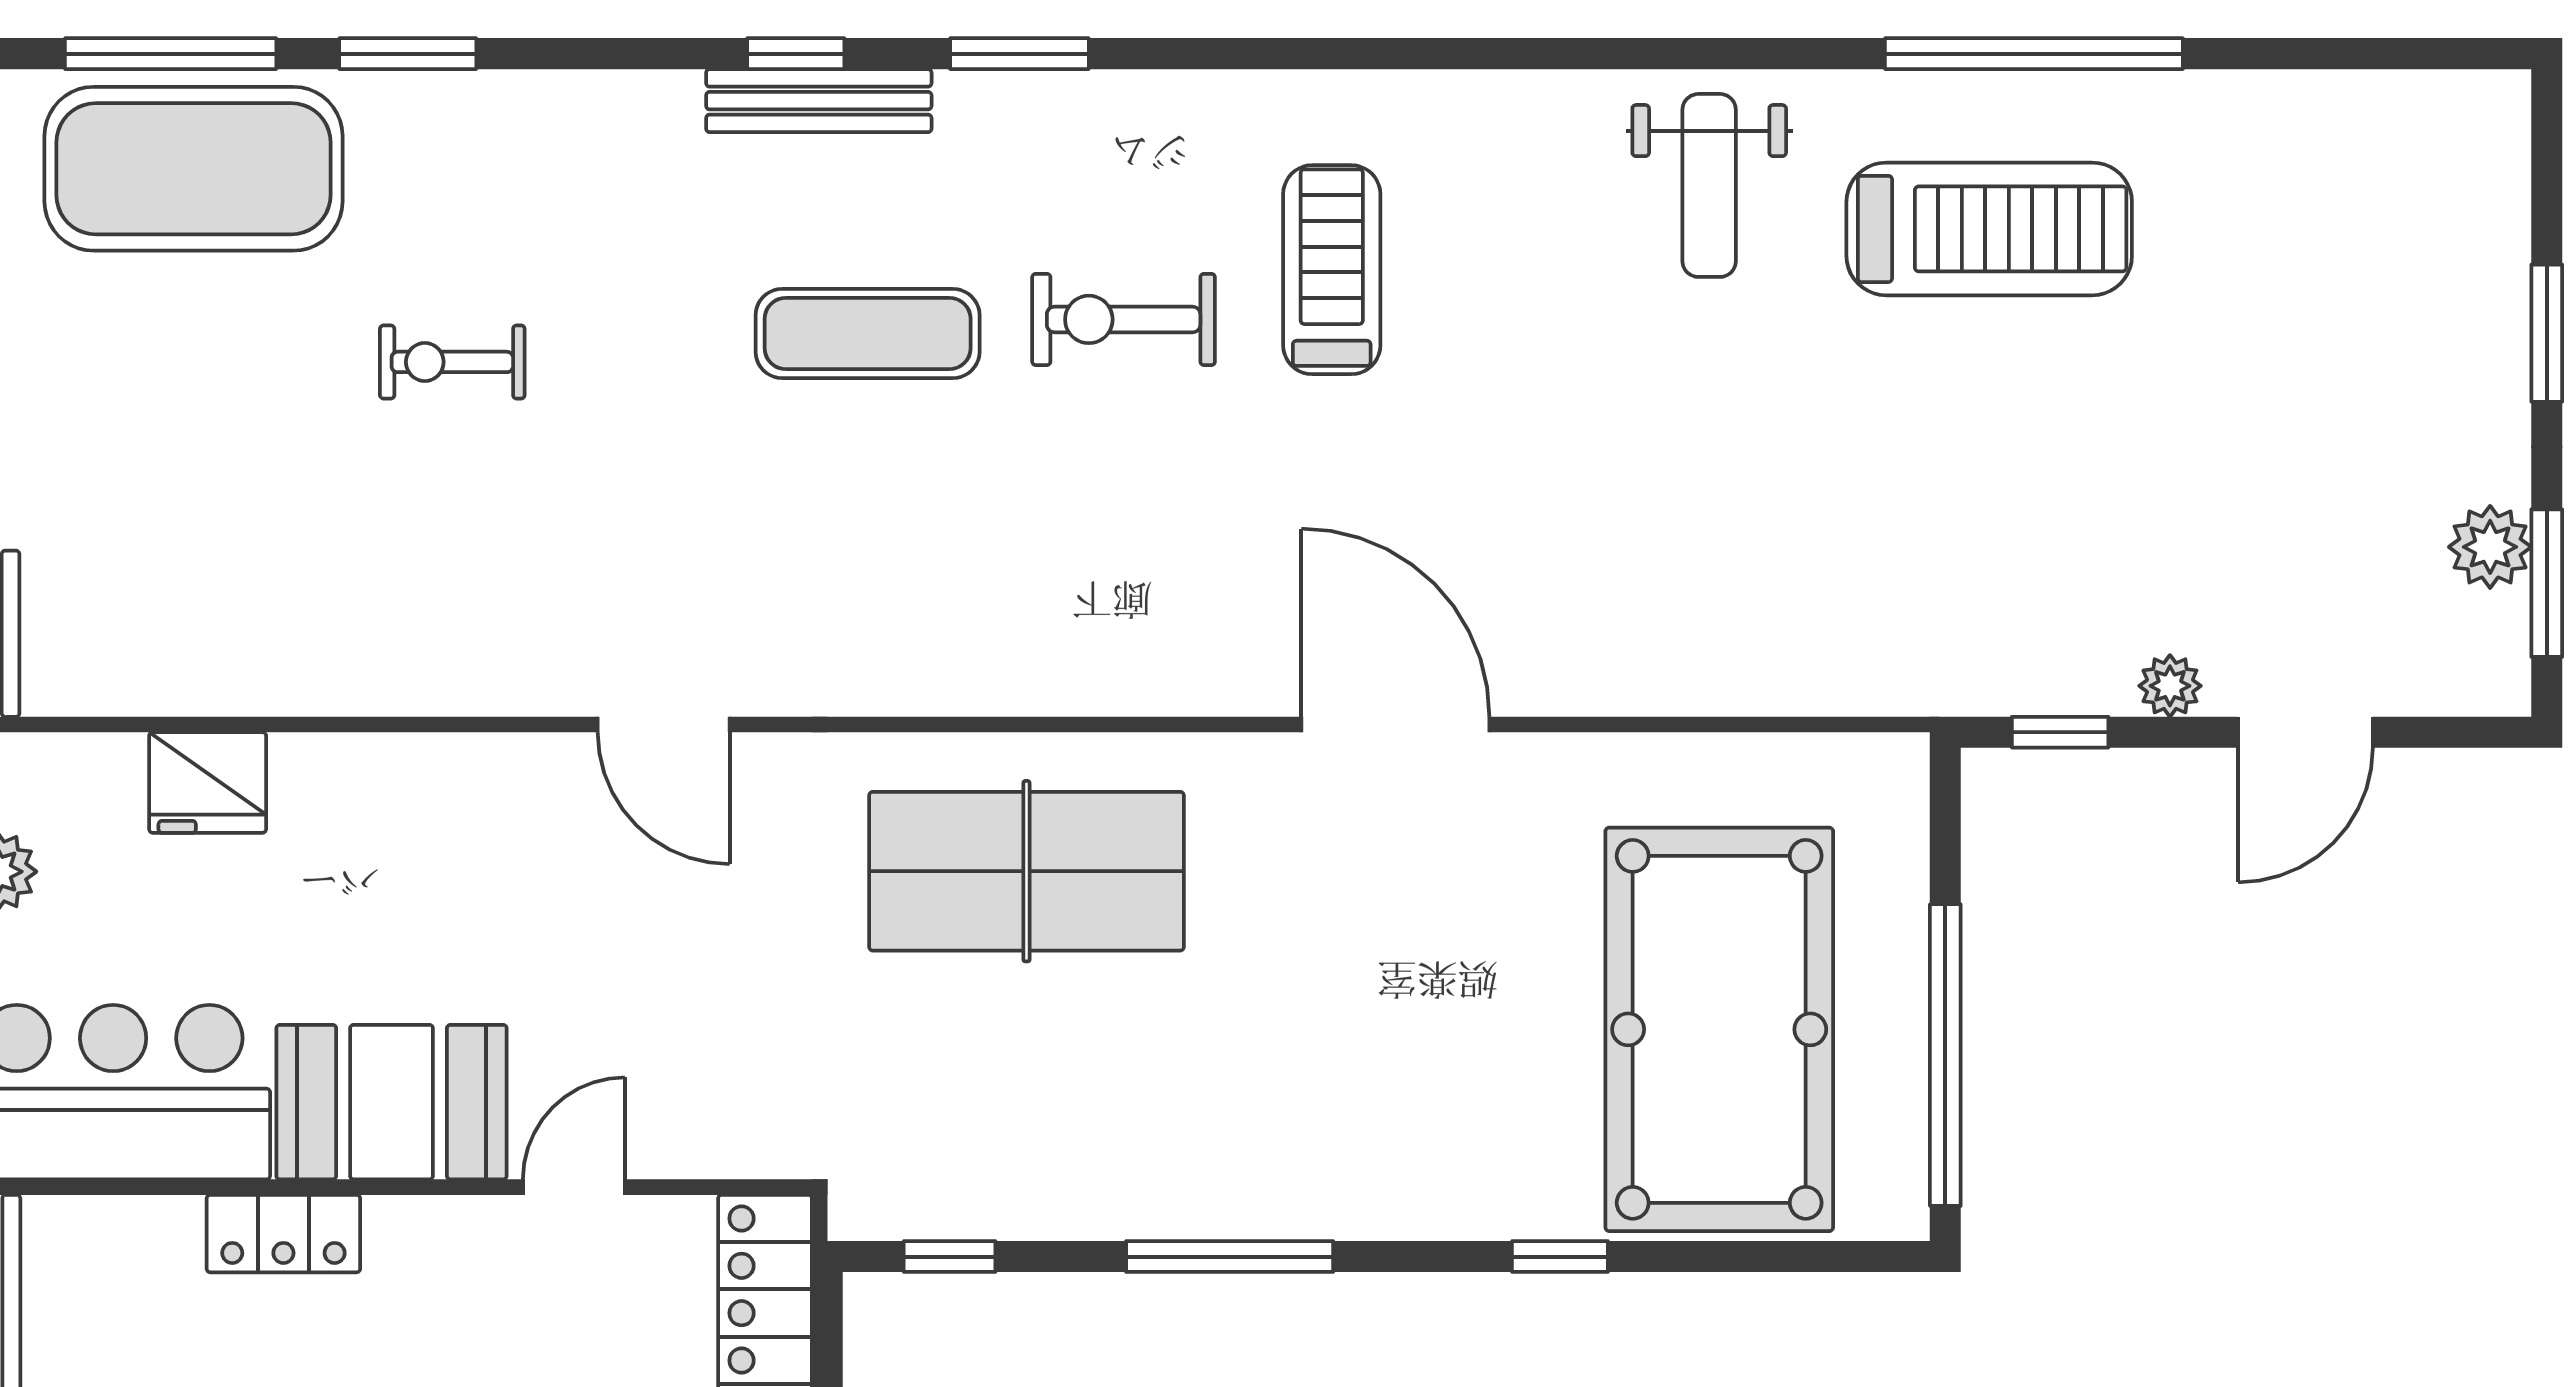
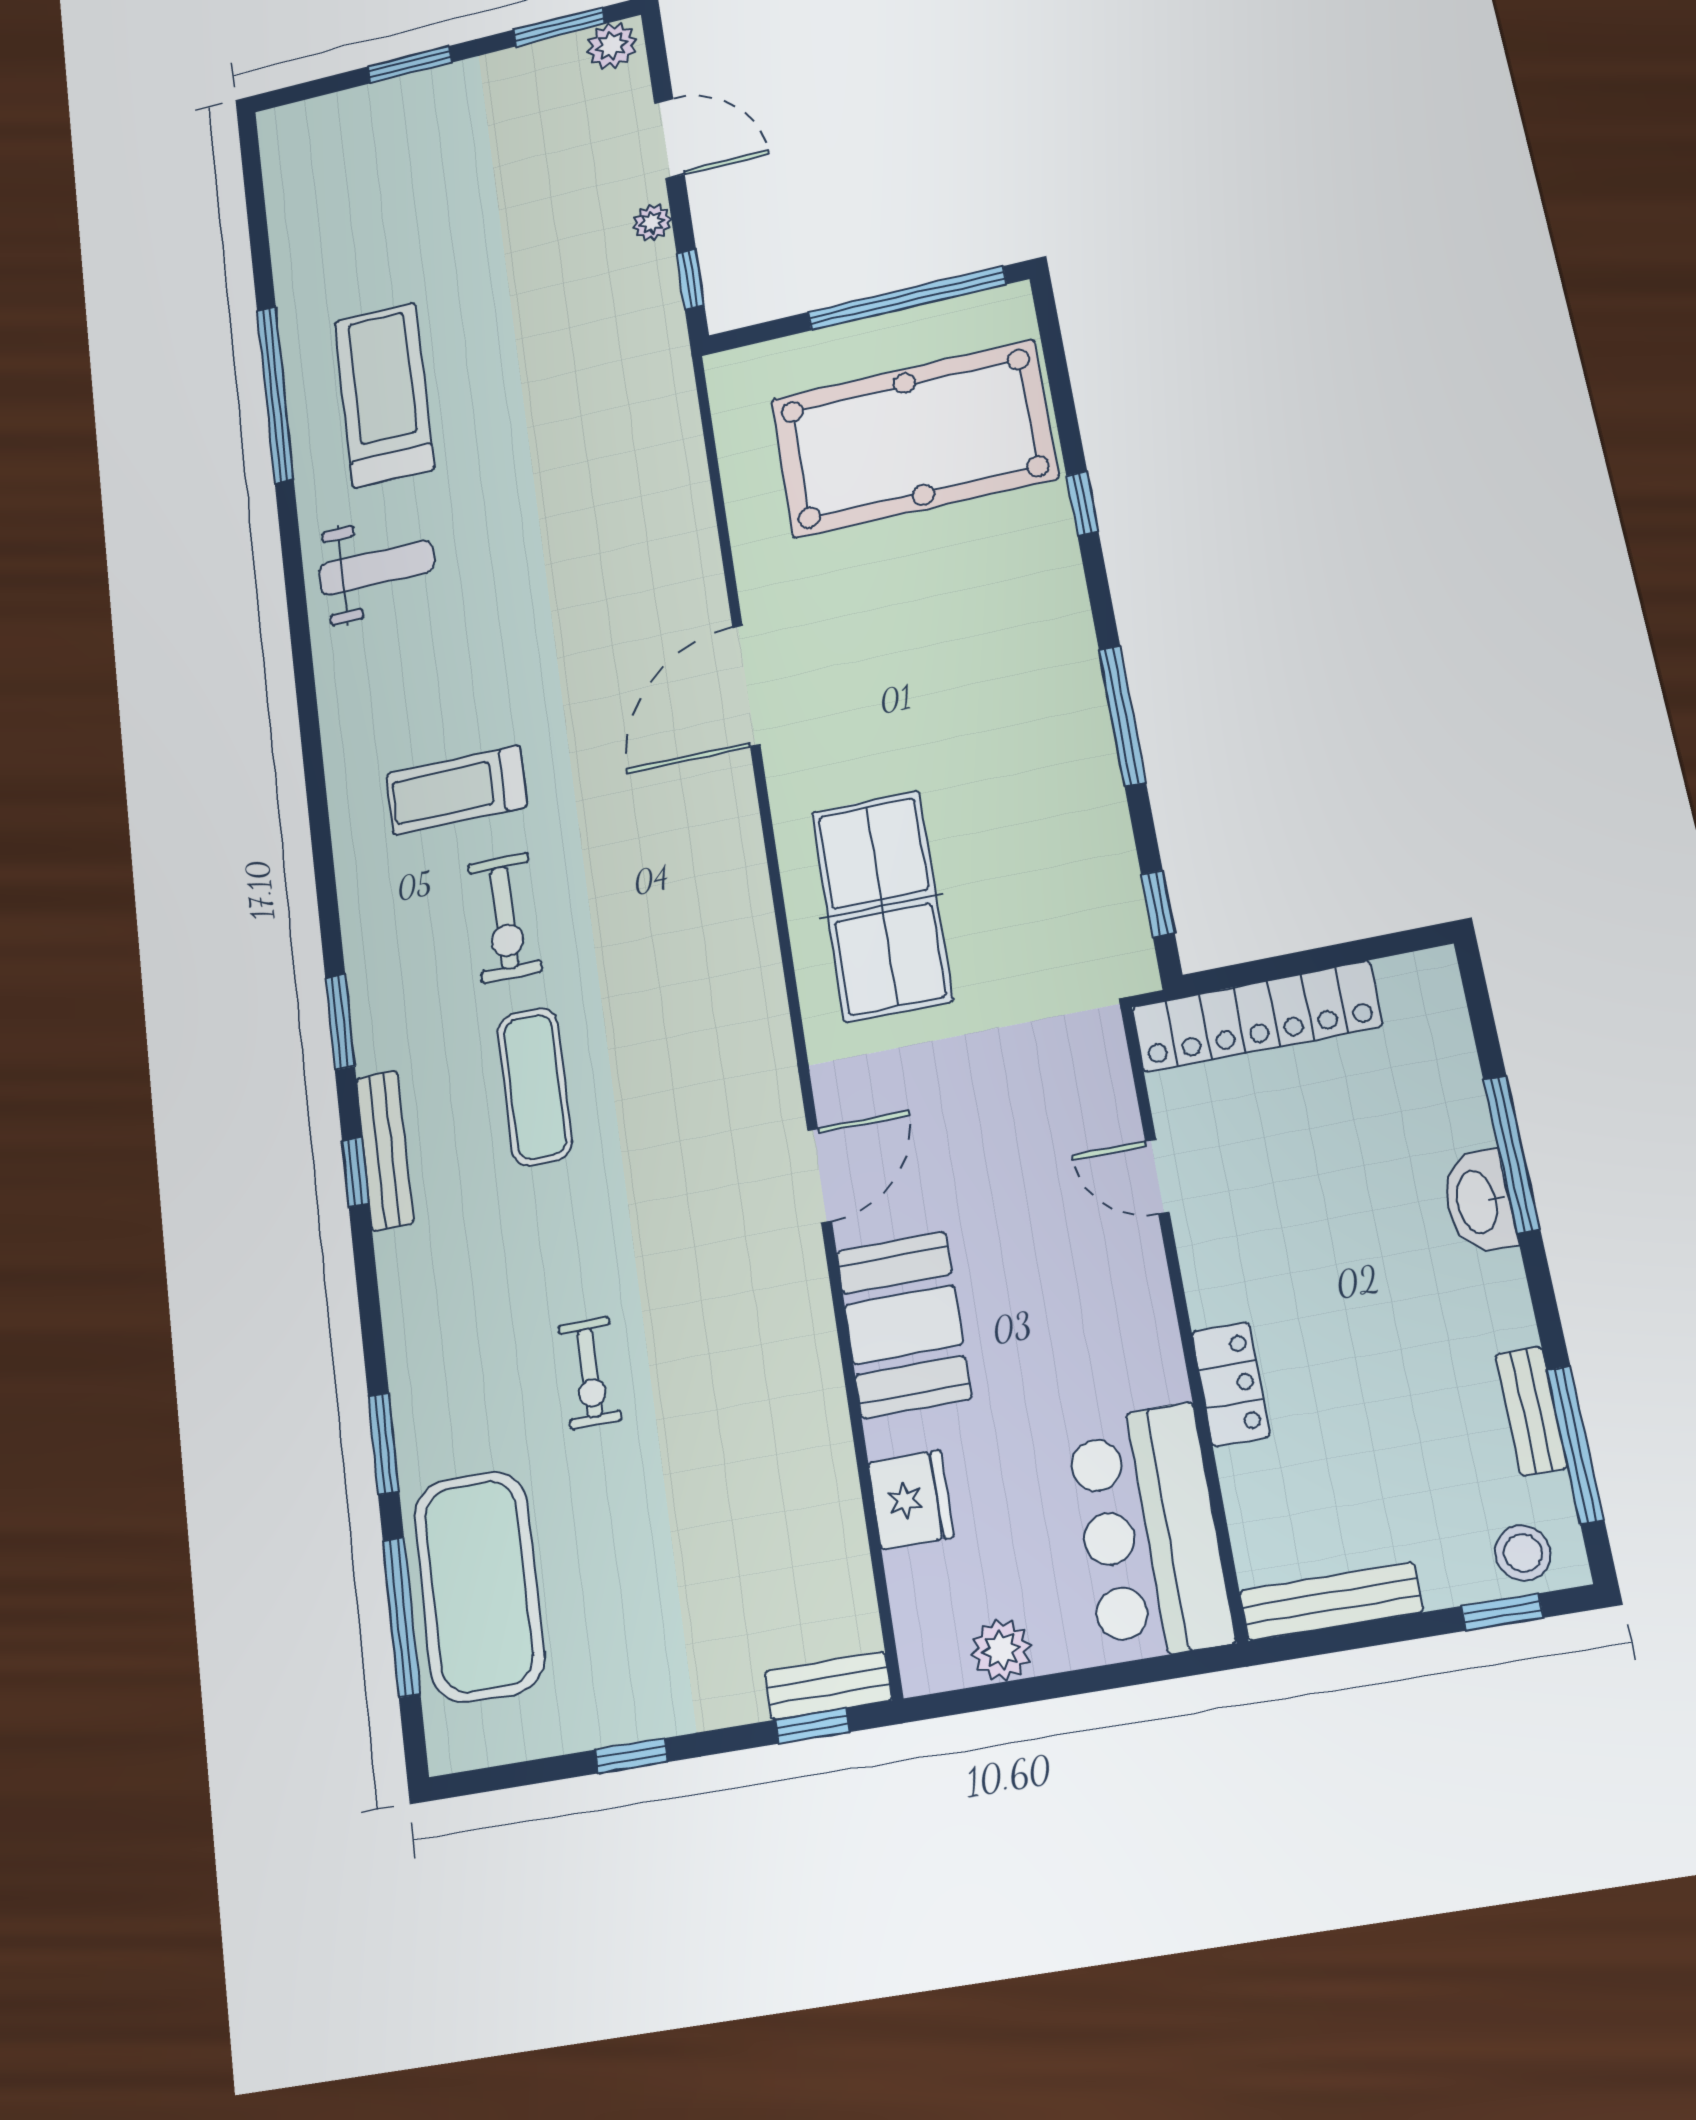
plant: (2490, 547) -> (612, 46), moved
booth: (392, 1102) -> (904, 1325), moved

